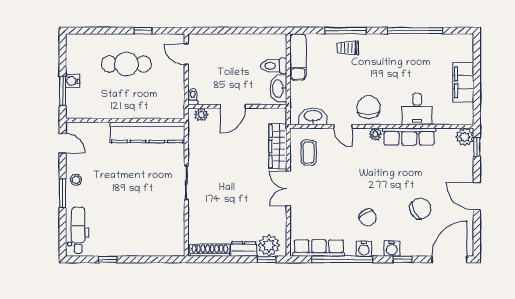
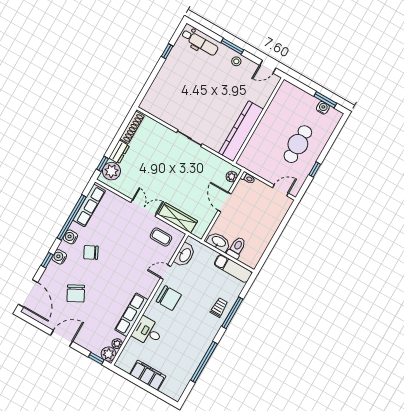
water cooler: (72, 81) -> (323, 108), moved
window: (63, 91) -> (325, 100), moved
plant: (375, 134) -> (117, 344), moved

